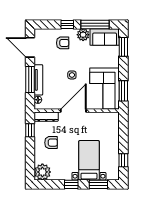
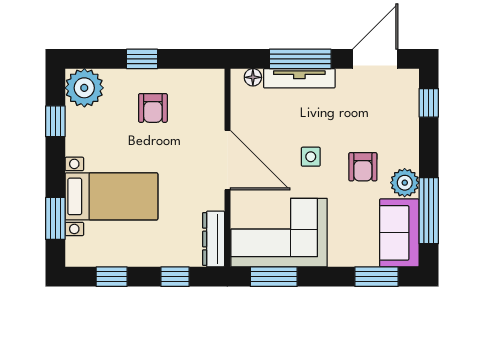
window: (67, 24) -> (429, 103), moved
armchair: (63, 43) -> (363, 167), moved
dresser: (46, 117) -> (214, 239), moved
window: (30, 130) -> (142, 59), moved
window: (123, 133) -> (175, 277), added
window: (71, 184) -> (55, 121), moved

